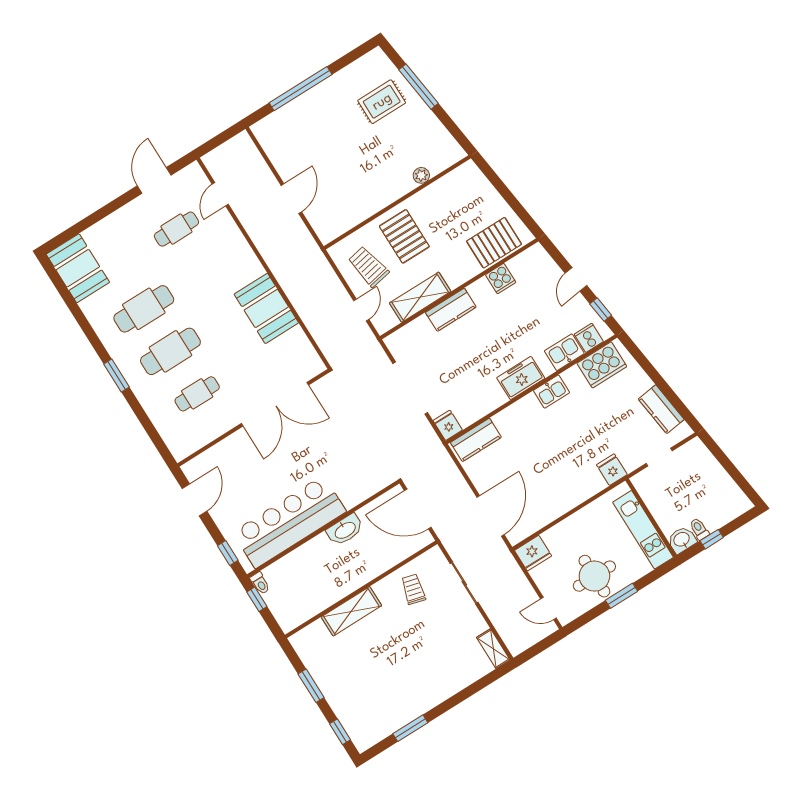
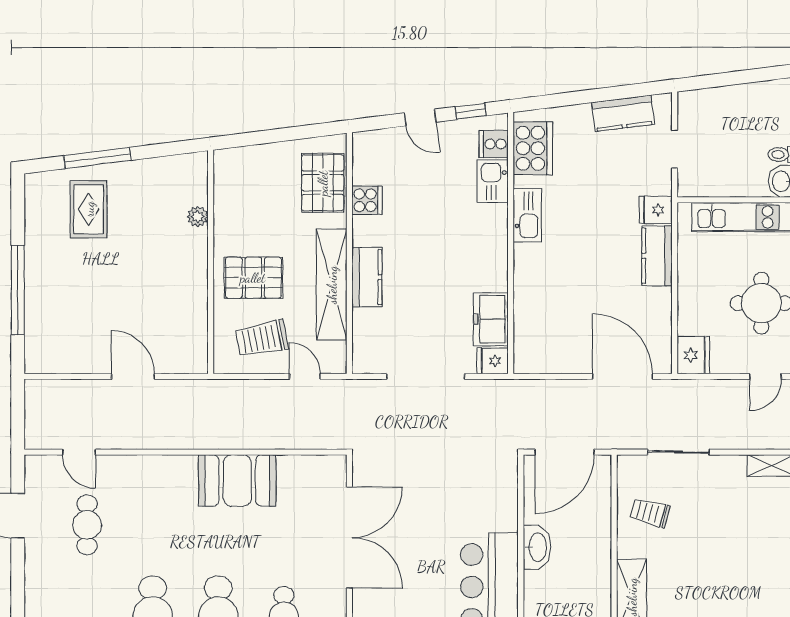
shelving: (420, 297) -> (332, 285), width x1.47
freezer: (521, 378) -> (491, 319), moved
kitchen sink: (552, 392) -> (527, 215), width x1.38
kitchen counter: (476, 440) -> (657, 256), moved, turned 180

